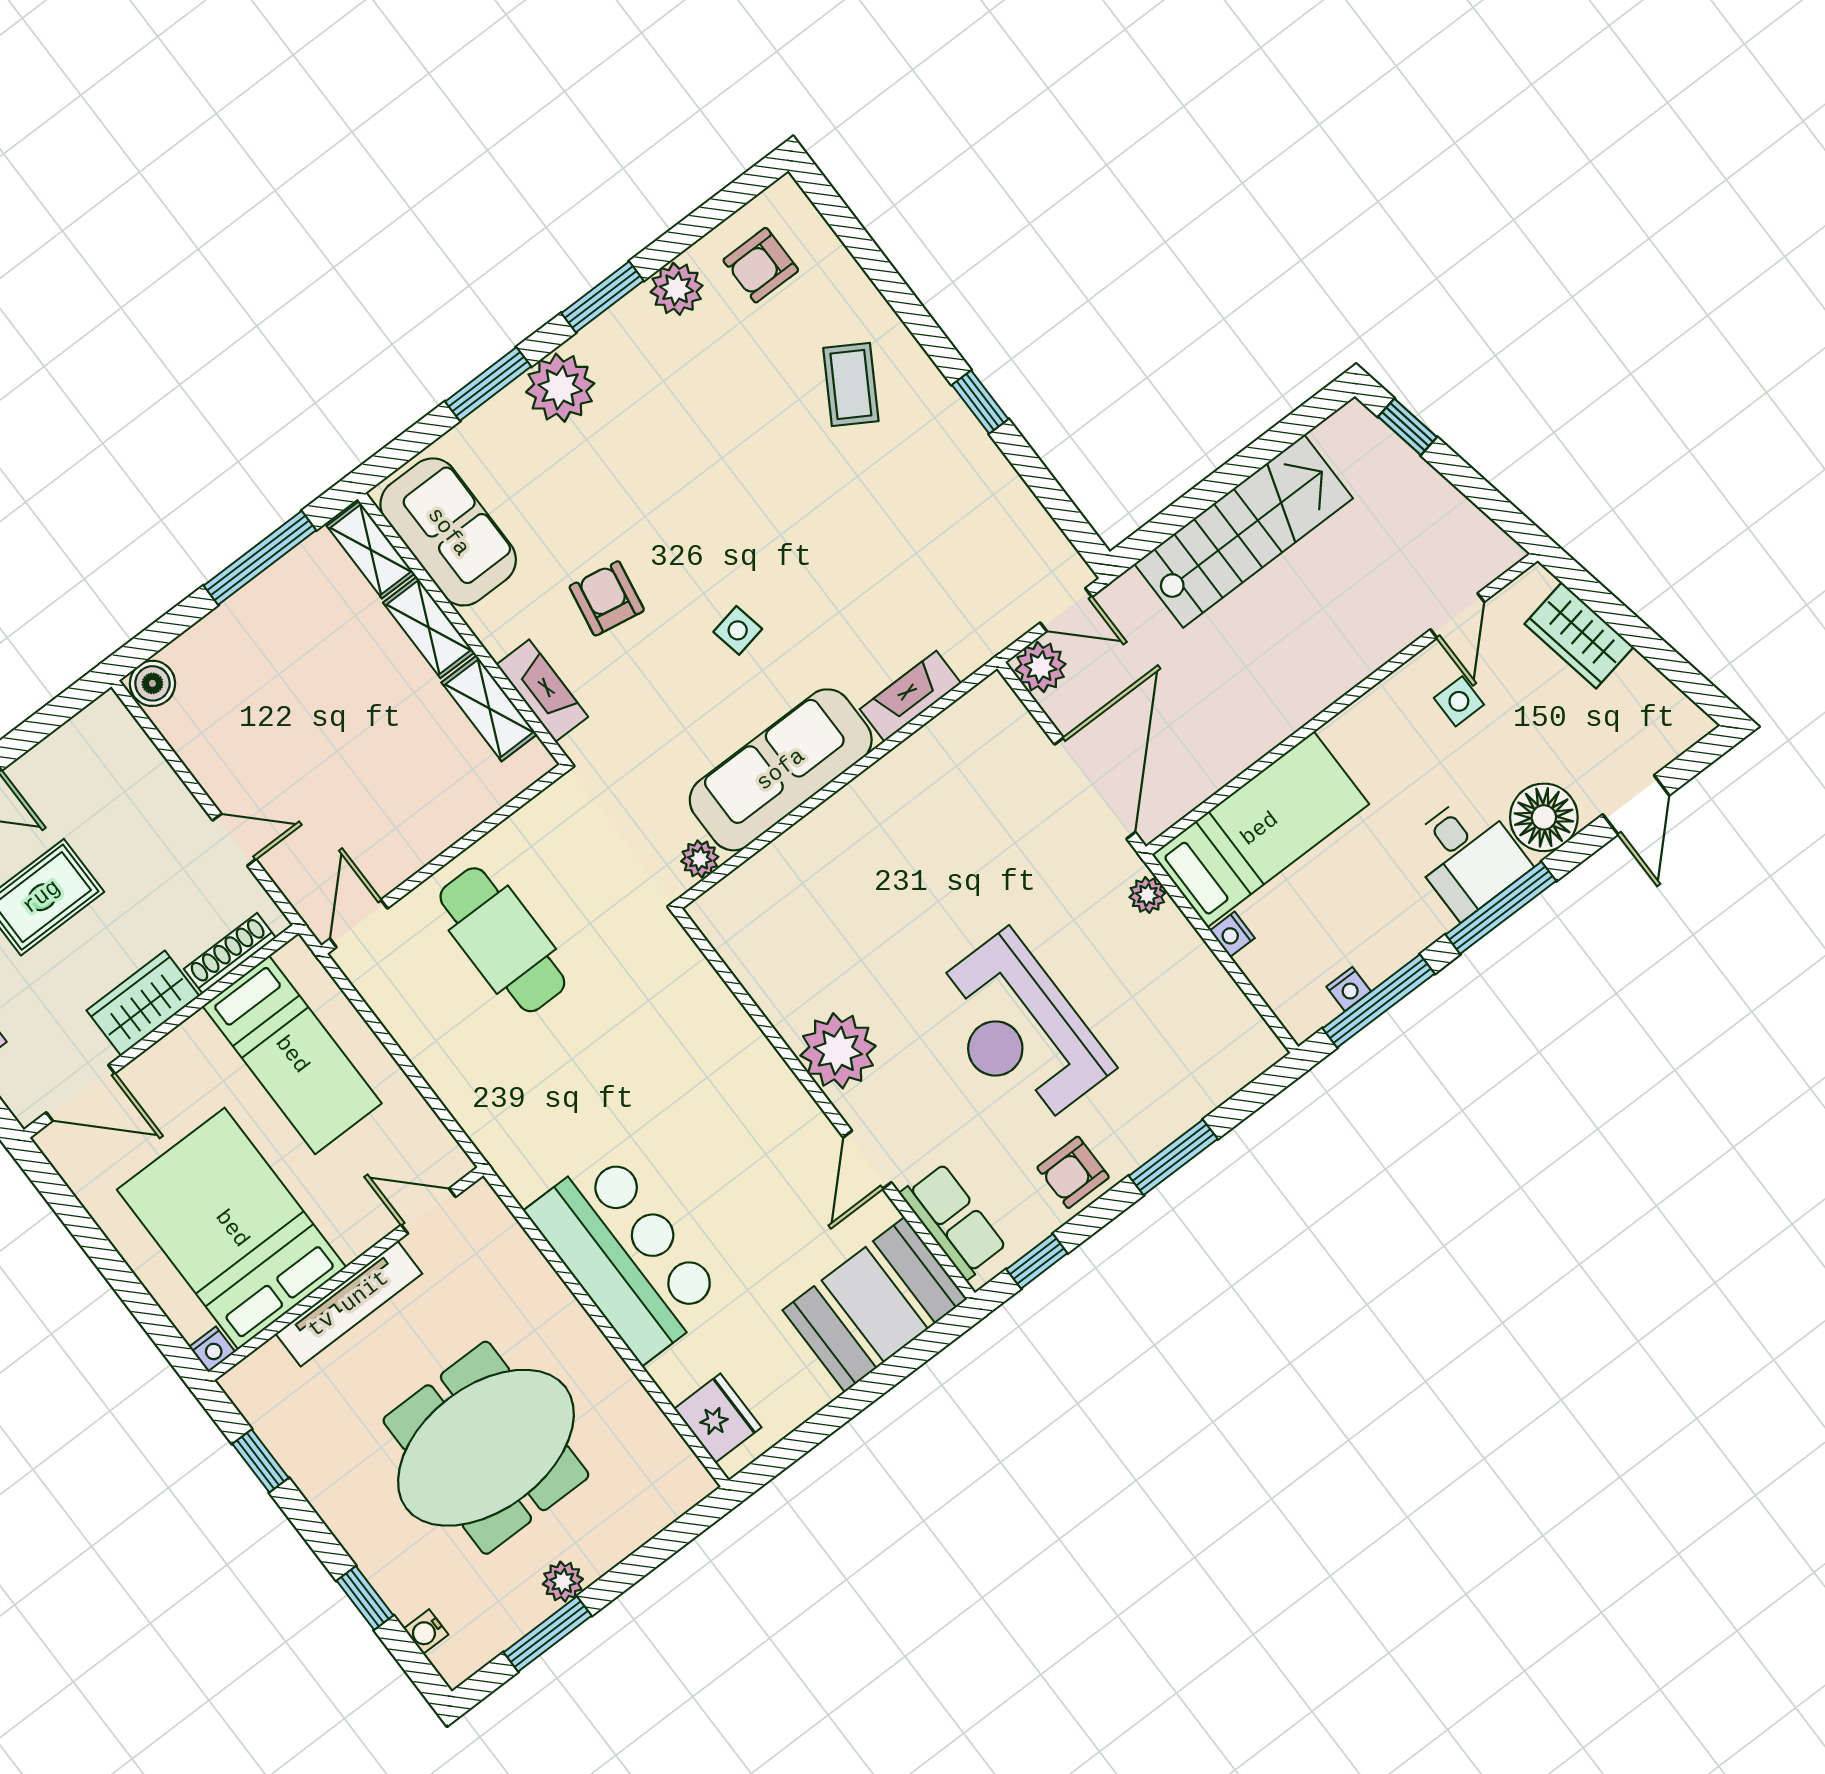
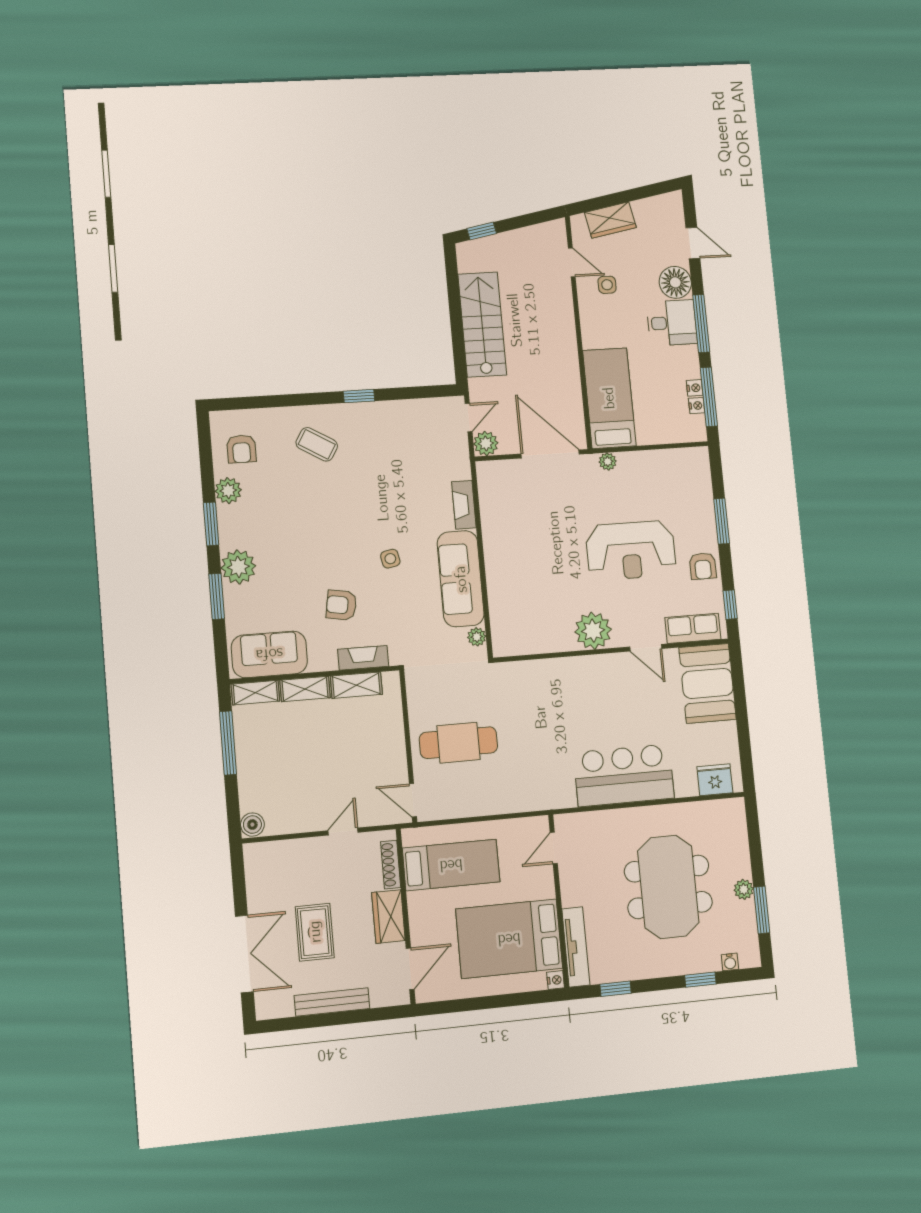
nightstand: (1232, 934) -> (695, 388), moved, turned -90
tv unit: (349, 1304) -> (576, 947), moved

